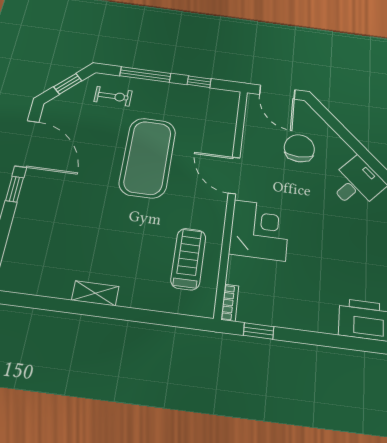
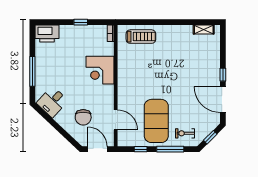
exercise mat: (148, 157) -> (156, 121), moved
door: (234, 175) -> (116, 120), moved
treadmill: (188, 259) -> (141, 37), moved, turned -90
shelving: (95, 293) -> (204, 30), moved
window: (259, 331) -> (81, 22), moved

